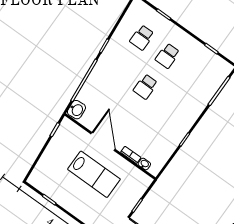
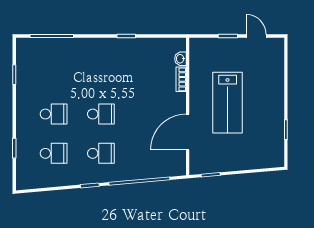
school desk: (120, 68) -> (101, 153), added
washbasin: (76, 110) -> (175, 167), removed
door: (103, 141) -> (188, 132), moved
lab bench: (94, 174) -> (228, 103), turned 180

